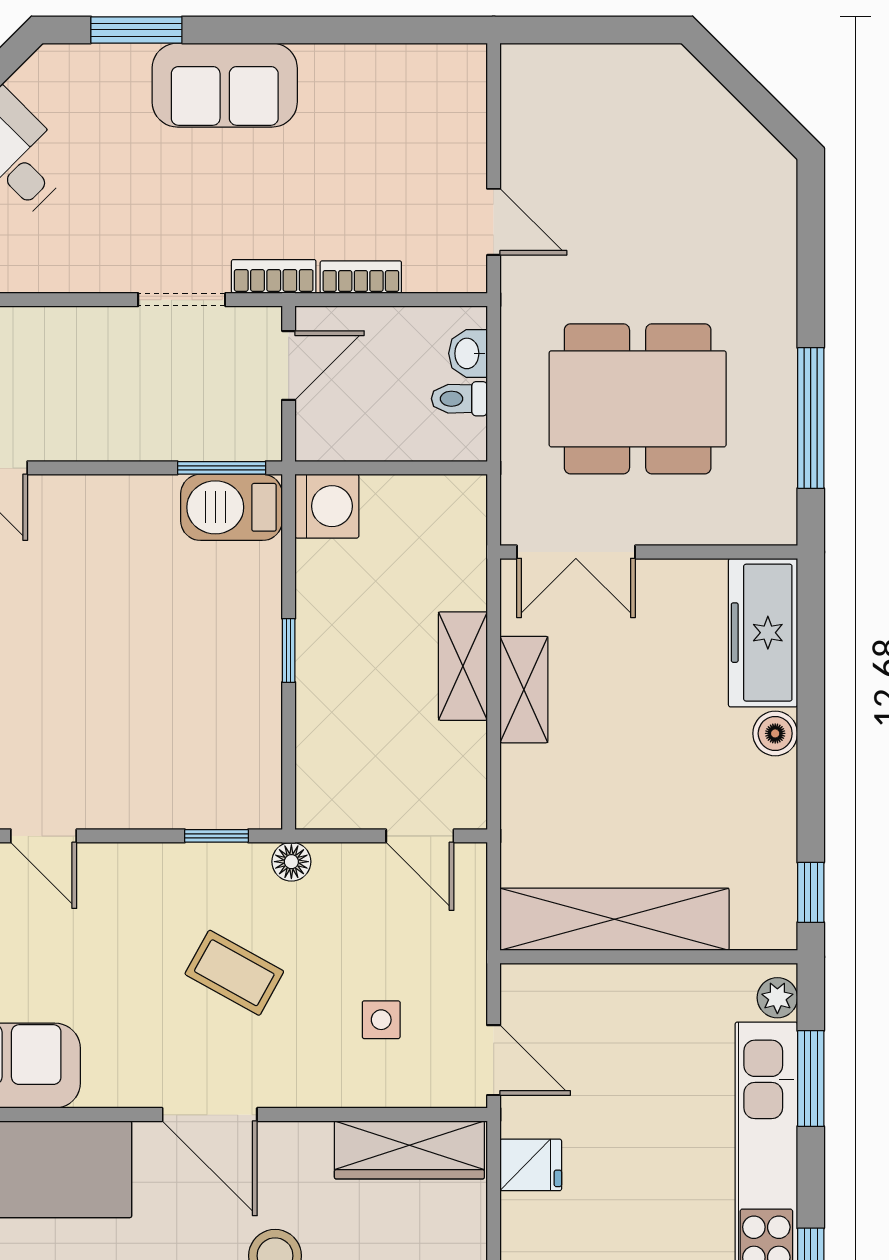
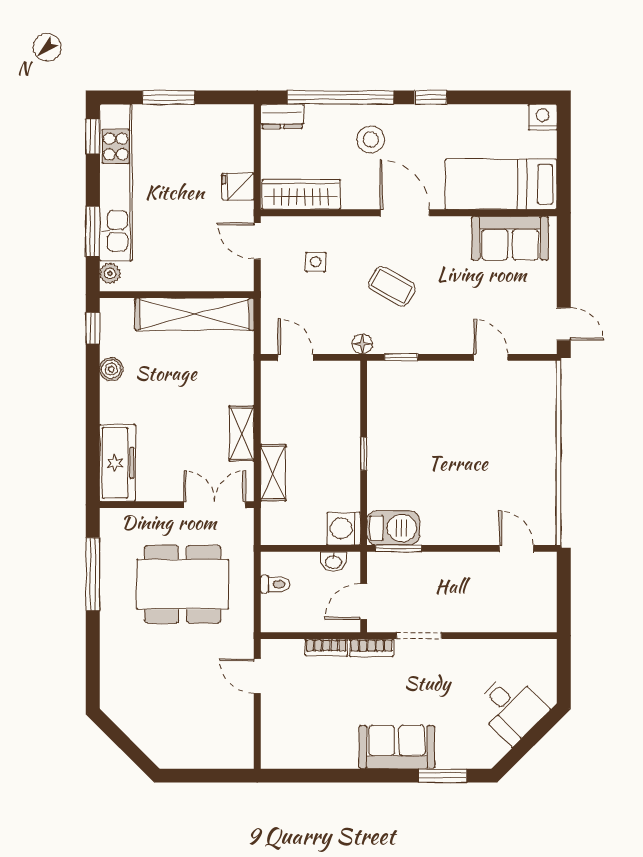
washbasin: (468, 353) -> (333, 562), moved, turned 90
shelving: (463, 666) -> (273, 473), moved
boiler: (775, 733) -> (111, 369), moved

